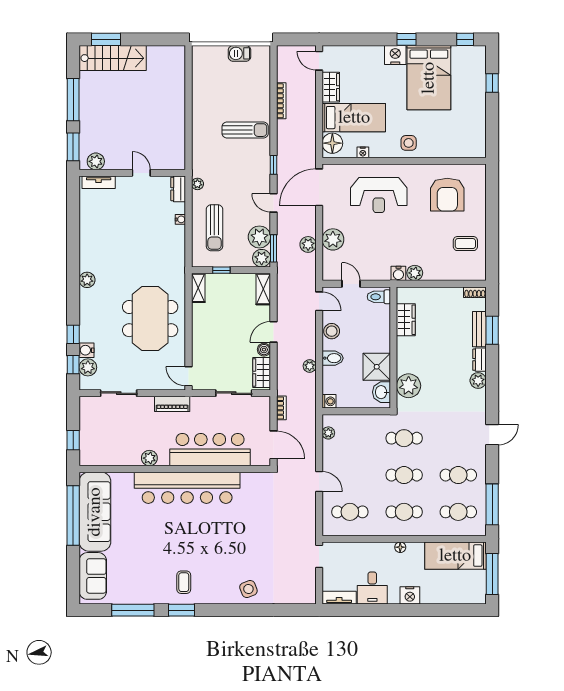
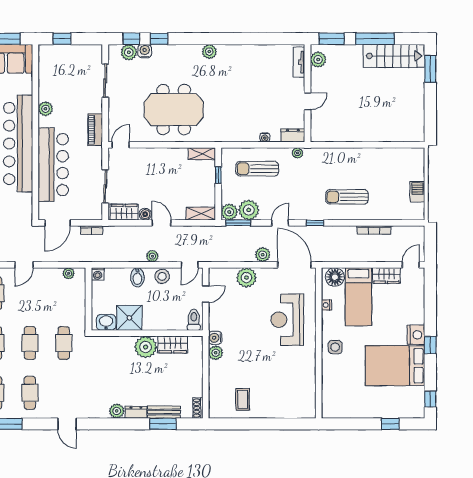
stairs: (113, 58) -> (394, 56), moved, turned -90
sun lounger: (245, 130) -> (347, 197), turned 90
armchair: (447, 195) -> (288, 383), removed
plant: (308, 244) -> (263, 255), moved
plant: (310, 366) -> (152, 256), moved
plant: (409, 386) -> (146, 347), moved

